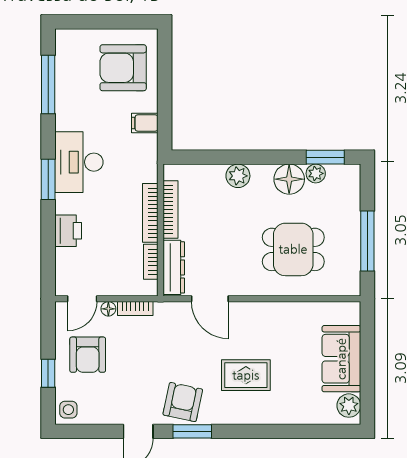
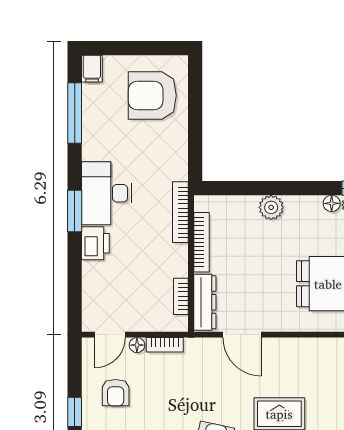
filing cabinet: (145, 123) -> (92, 69), moved, turned -90
floor lamp: (289, 179) -> (332, 203), width x0.53, depth x0.53
bookcase: (150, 213) -> (180, 212), moved
printer: (68, 231) -> (95, 243), moved
armchair: (88, 355) -> (116, 393), width x0.72, depth x0.72

